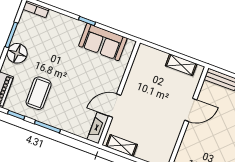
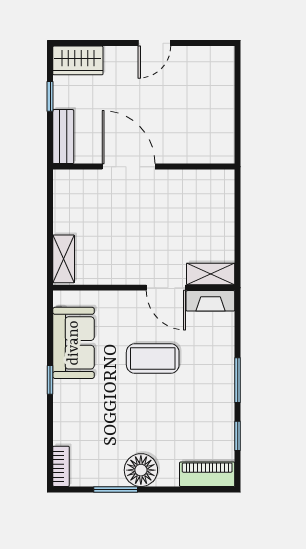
shelving: (181, 65) -> (64, 259), moved
coffee table: (39, 93) -> (153, 359), moved
door: (191, 110) -> (129, 167), width x1.36
shelving: (122, 145) -> (211, 274), moved, turned 90

